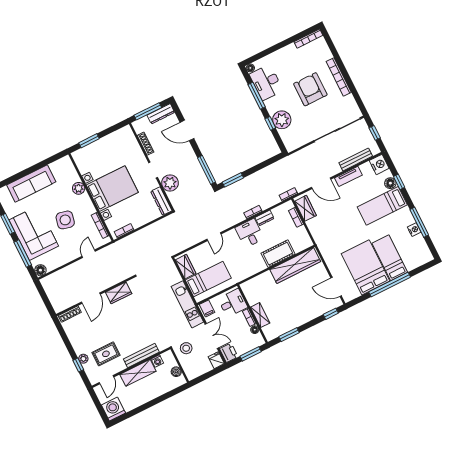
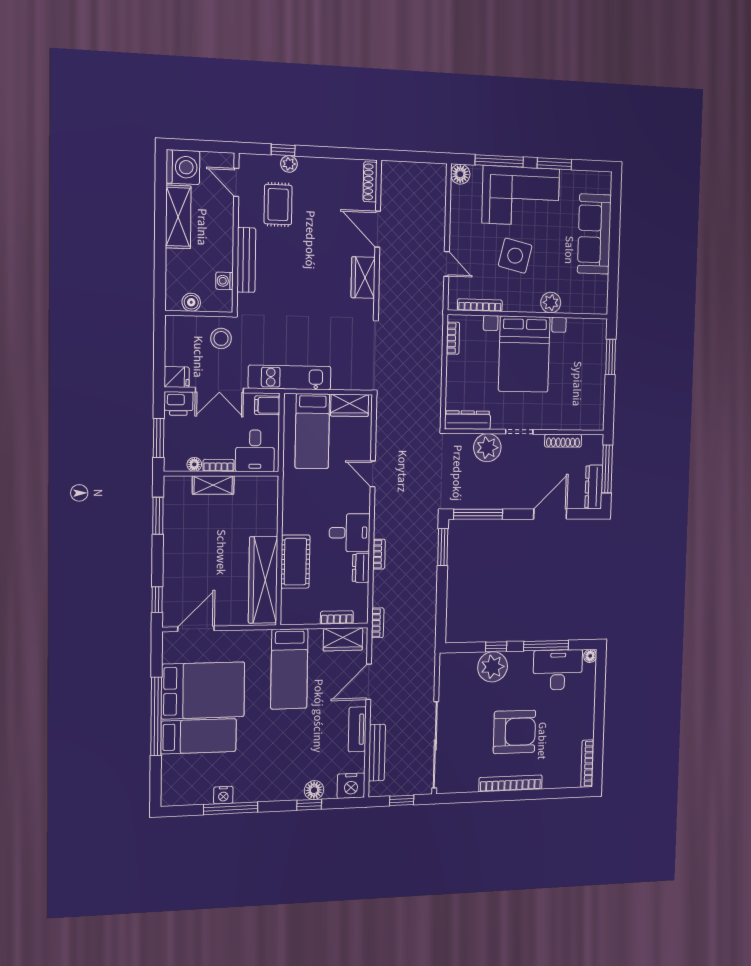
bed: (382, 206) -> (289, 669), moved, turned 180
shelving: (138, 373) -> (178, 217), moved

